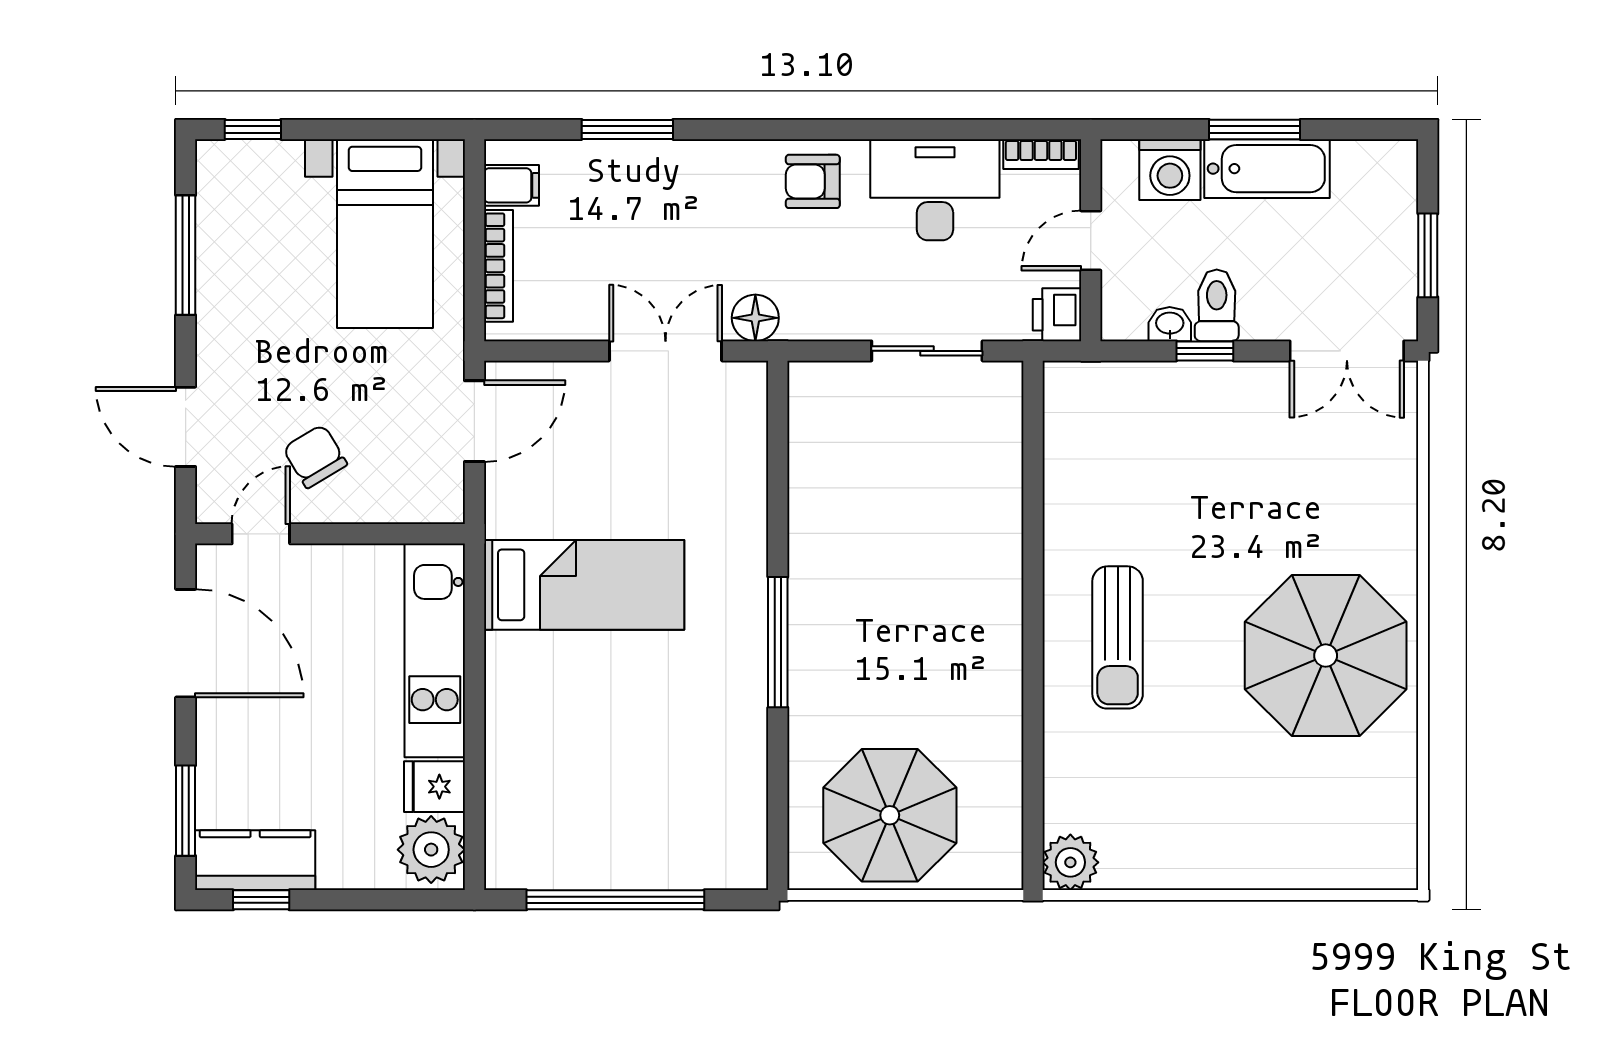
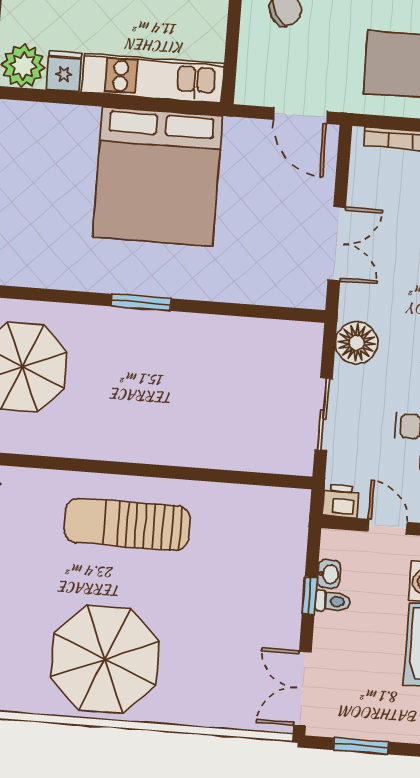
toilet: (1217, 305) -> (333, 601), width x0.73, depth x0.72
floor lamp: (755, 318) -> (357, 343), moved, width x1.38, depth x1.38
bed: (584, 585) -> (157, 177), width x2.04
sun lounger: (1118, 637) -> (127, 524), width x1.36, depth x1.34
window: (778, 642) -> (141, 302), width x0.69

